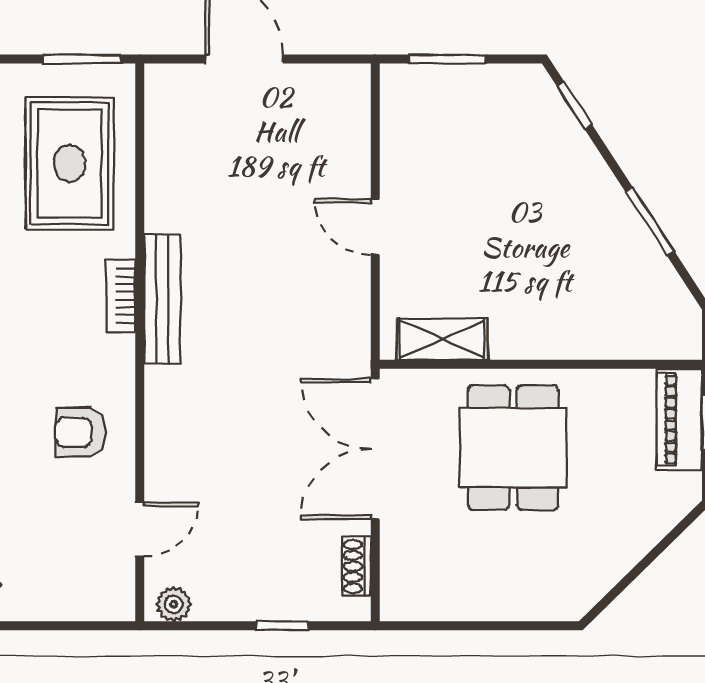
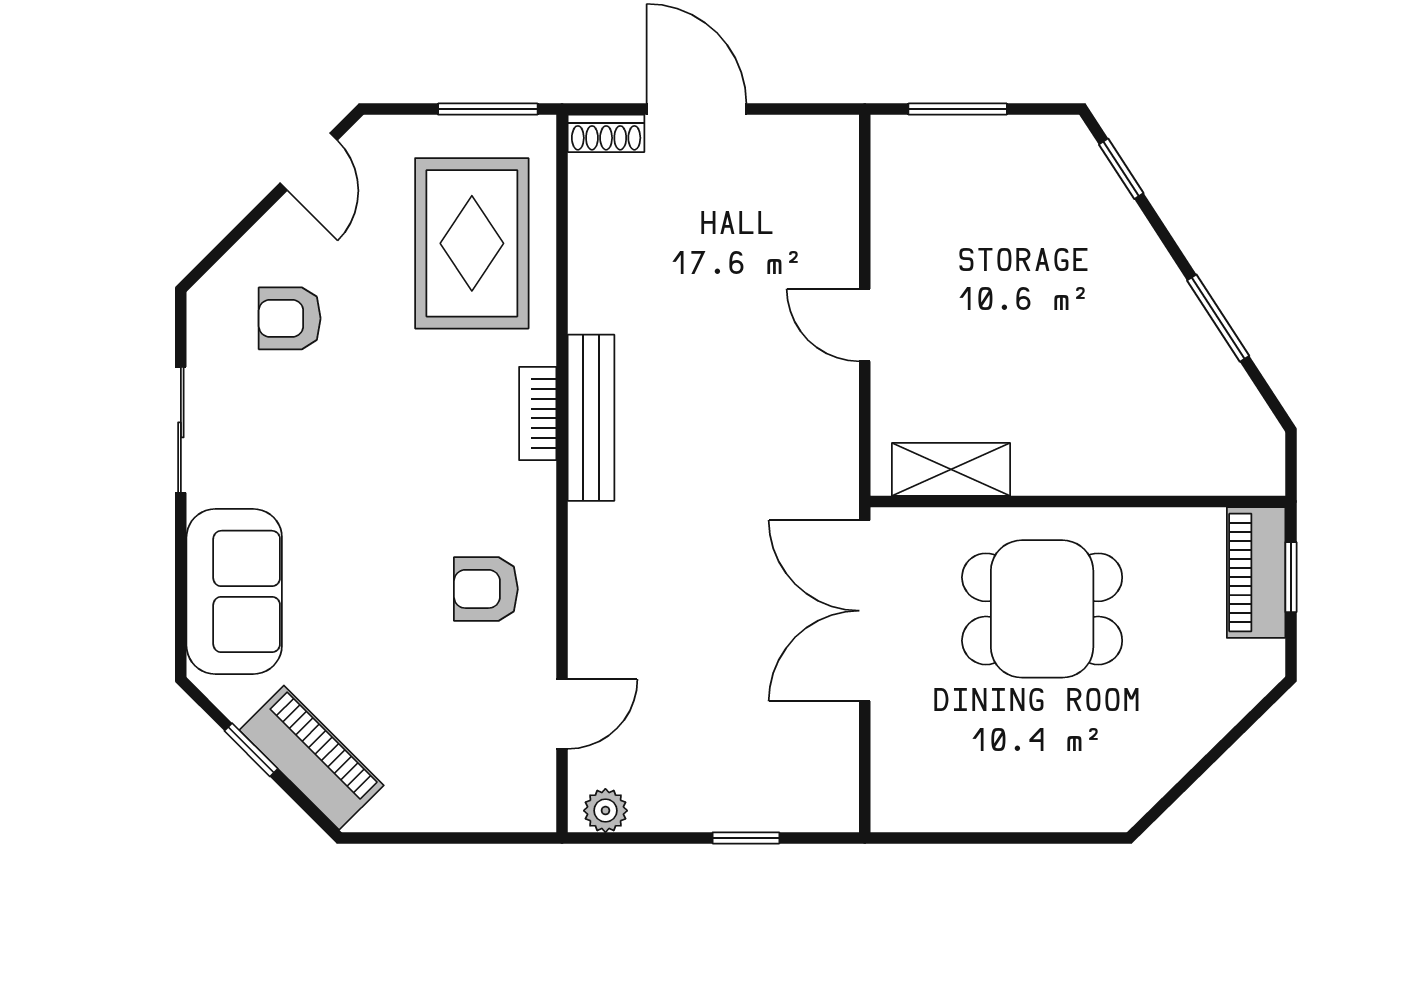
dining table: (513, 448) -> (1042, 609), turned 90
shoe rack: (356, 566) -> (606, 133), moved, turned -90

